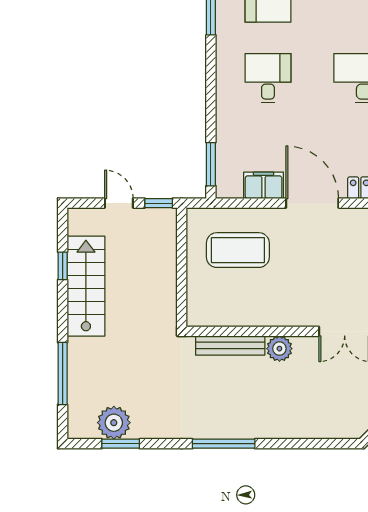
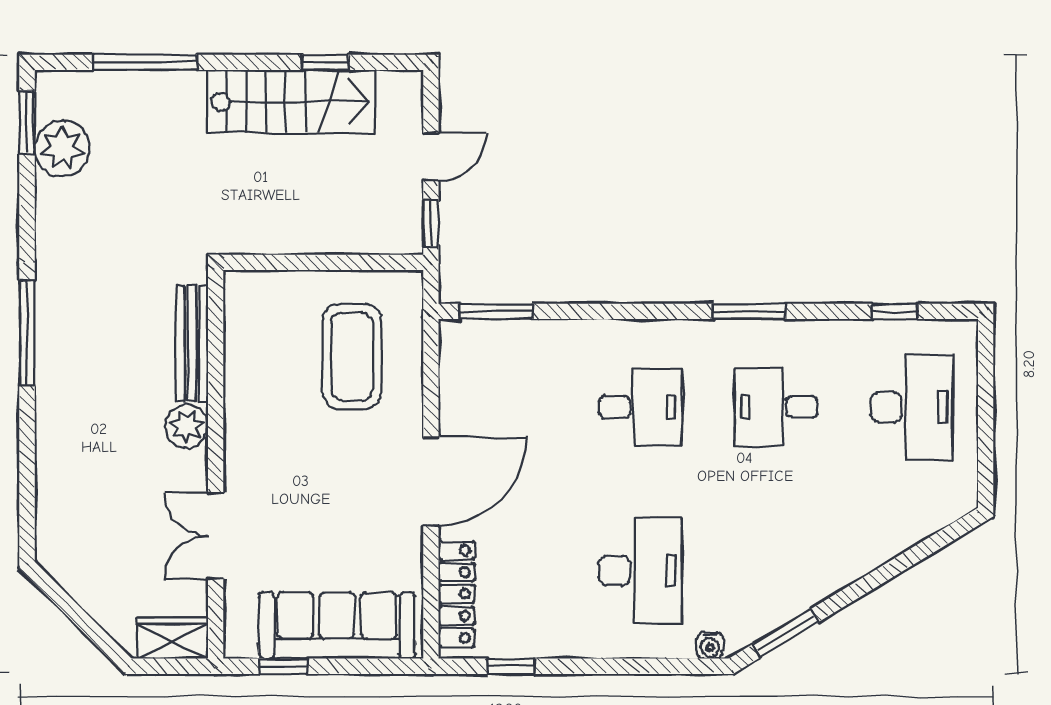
filing cabinet: (264, 185) -> (461, 400), removed
window: (121, 444) -> (27, 122), moved

